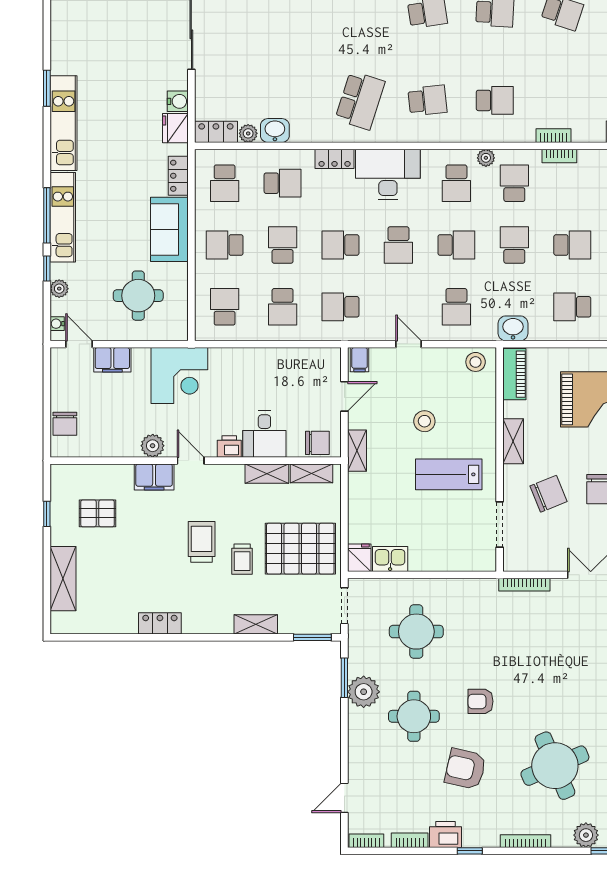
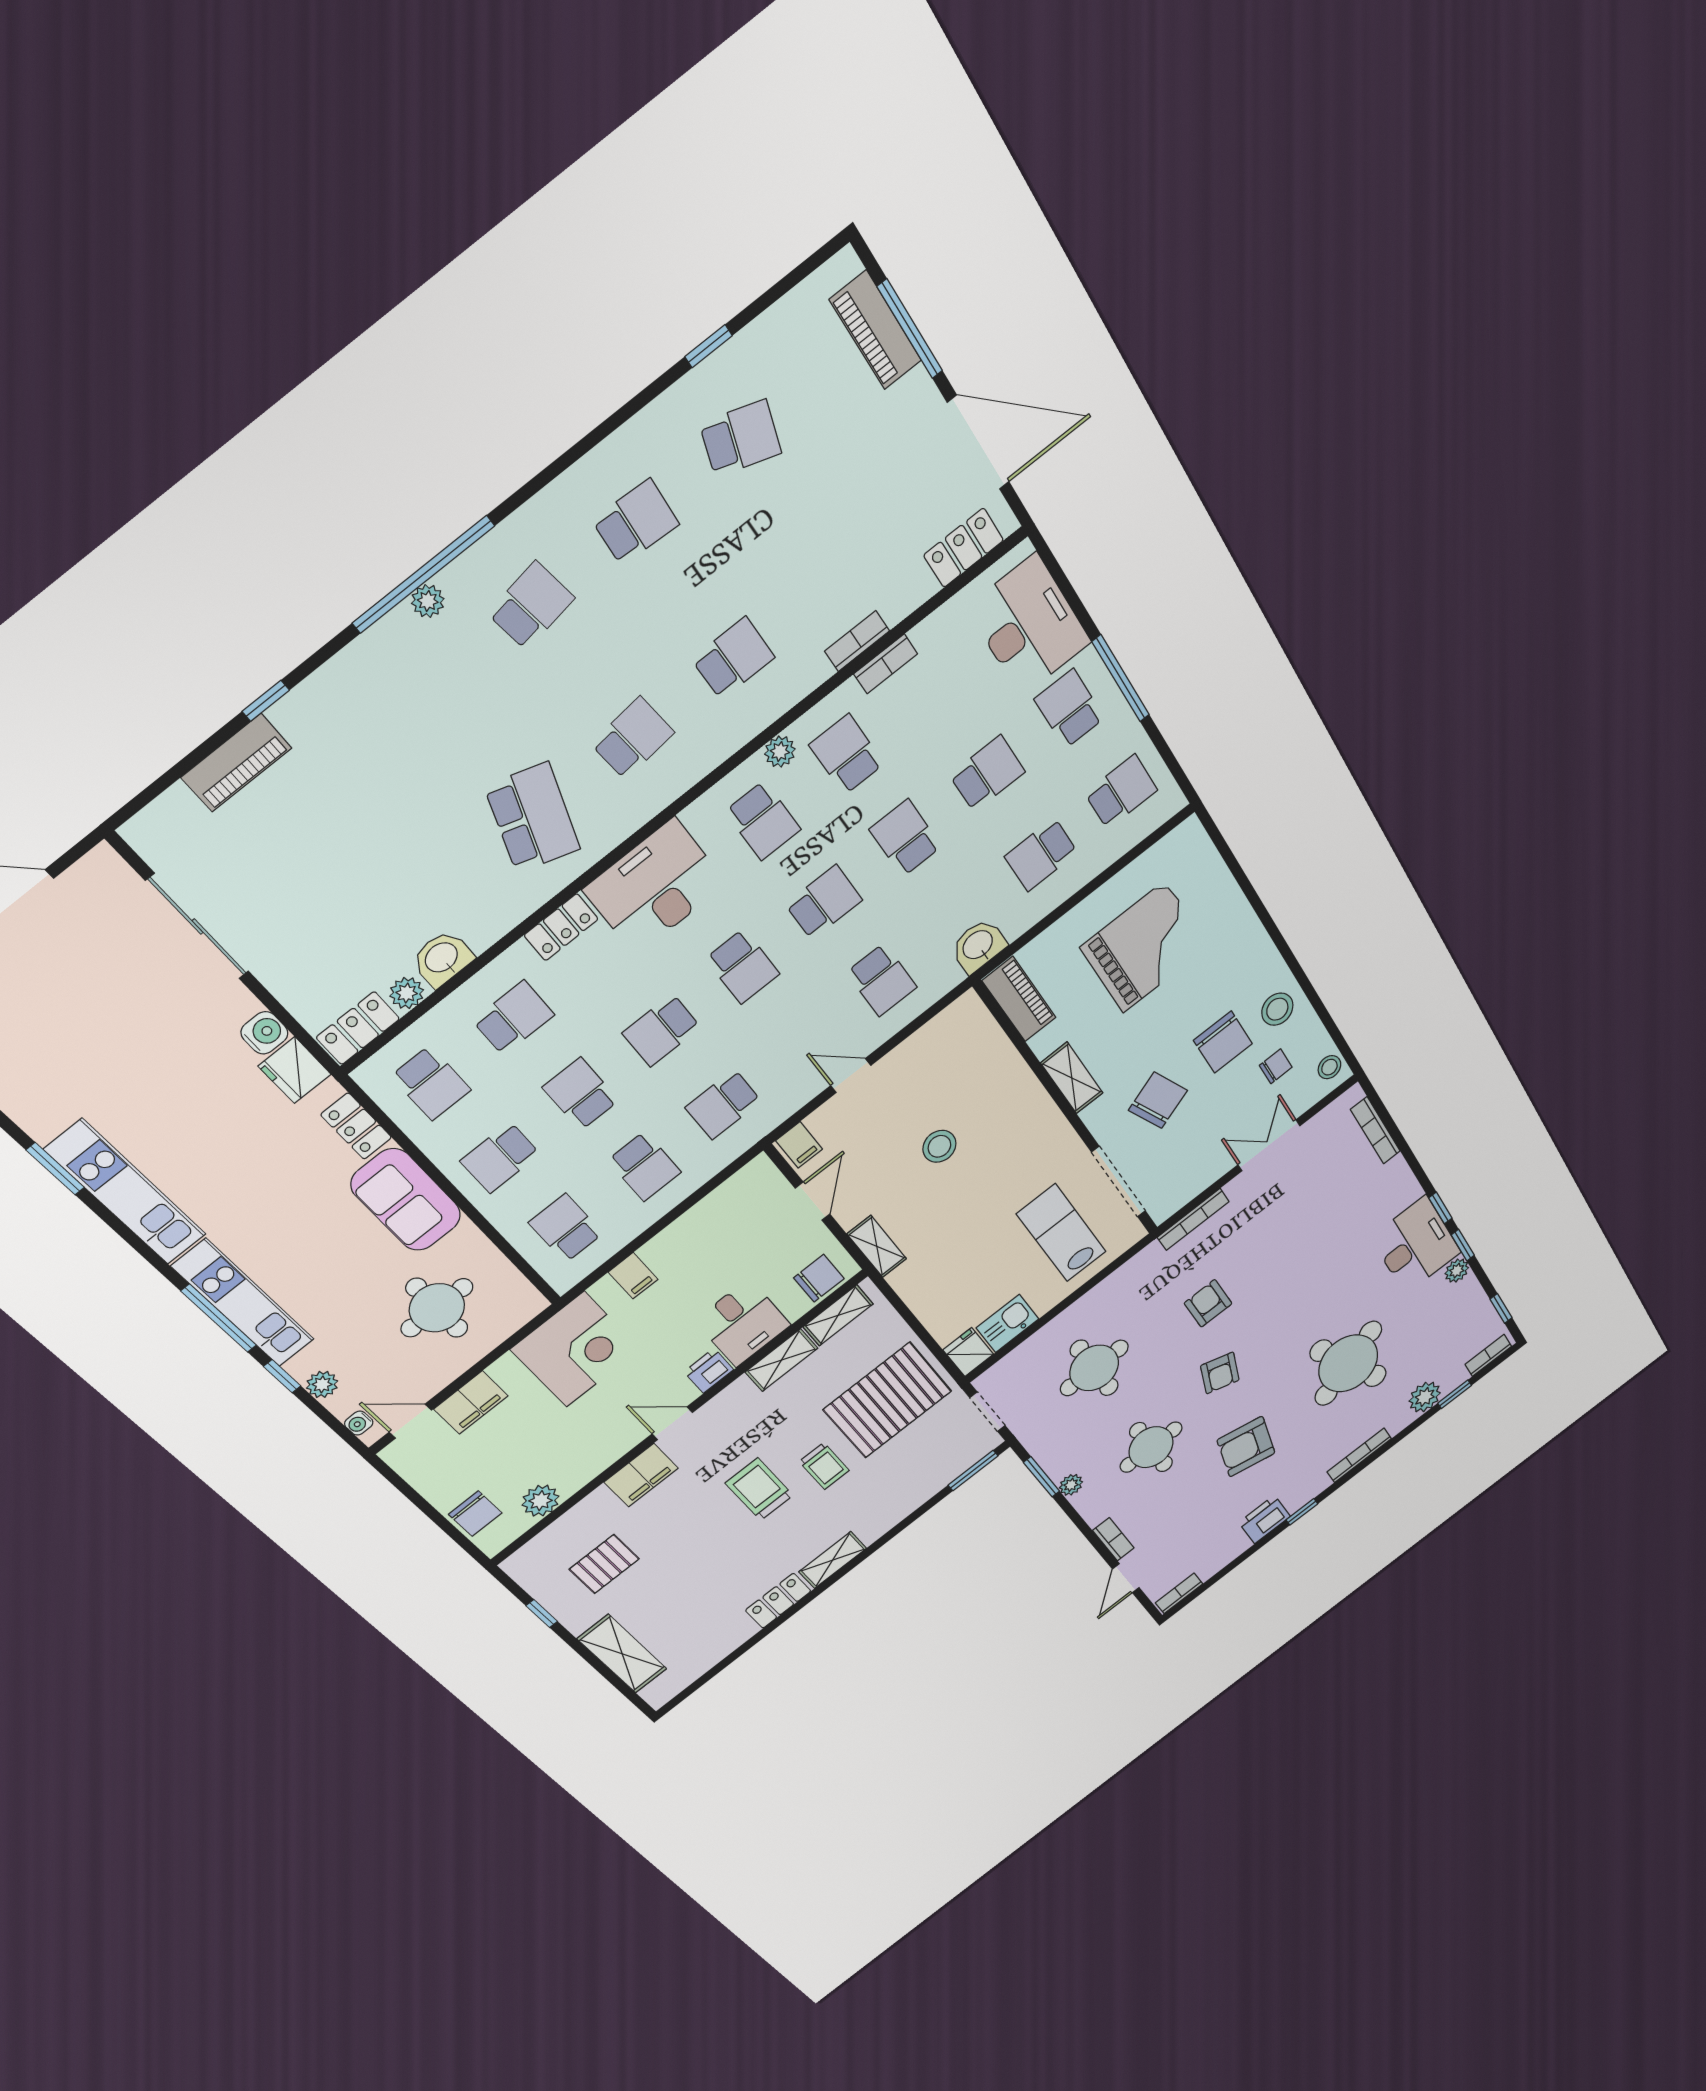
filing cabinet: (235, 360) -> (633, 1276), added
stool: (476, 362) -> (957, 1026), removed
plant: (153, 446) -> (541, 1501), moved
lab bench: (449, 474) -> (1061, 1233), moved, turned 90
doorway: (500, 525) -> (1119, 1182), width x1.36
shelving: (256, 624) -> (833, 1560), moved
armchair: (501, 647) -> (1208, 1303), added
plant: (364, 692) -> (1071, 1485), width x0.53, depth x0.53
armchair: (480, 701) -> (1220, 1373), turned -71
bookcase: (410, 840) -> (1113, 1539), moved, turned 90

